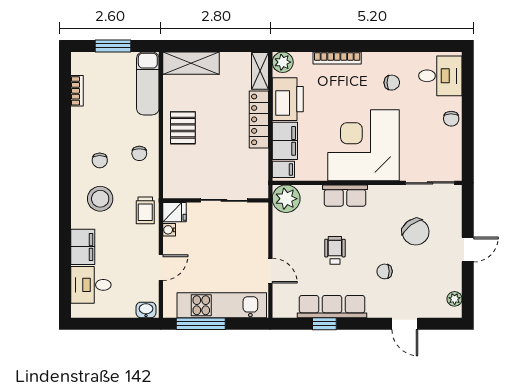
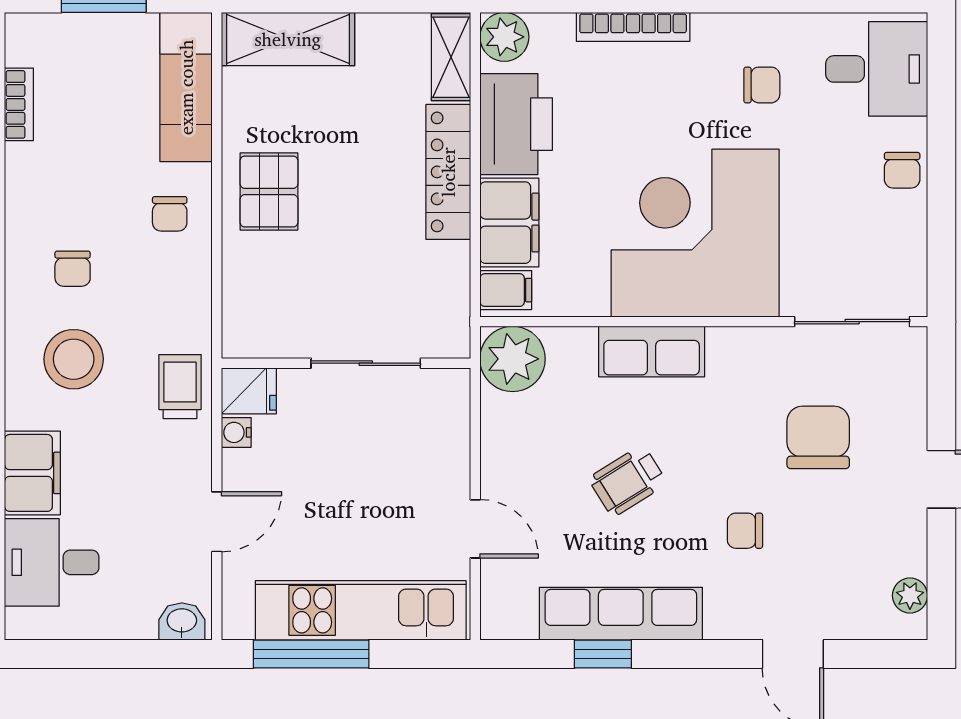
chair: (139, 153) -> (170, 214), moved
trolley: (145, 210) -> (180, 387), turned 180
chair: (416, 232) -> (818, 437), turned -143
wheelchair: (335, 250) -> (628, 481), turned -122

